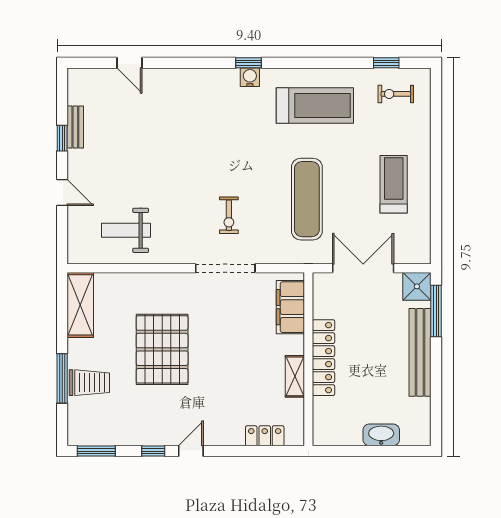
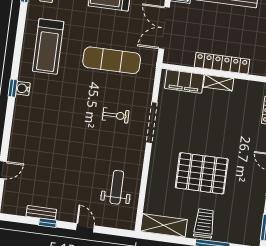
treadmill: (315, 106) -> (48, 46), turned 180
door: (62, 193) -> (85, 228), hinge flipped
weight bench: (126, 230) -> (117, 187), turned 180
shelving: (295, 376) -> (219, 83), moved
trolley: (89, 383) -> (204, 223), moved

